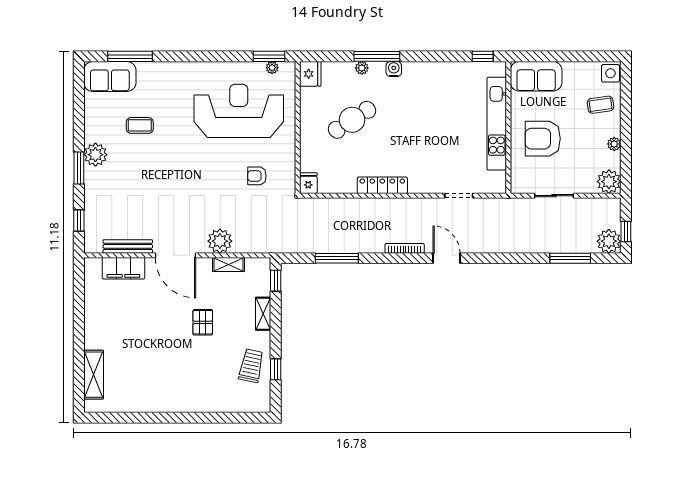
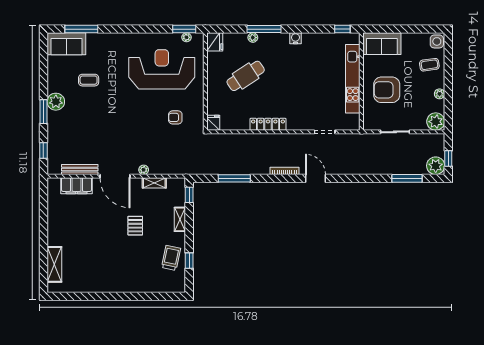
water cooler: (394, 69) -> (295, 38), moved
plant: (220, 241) -> (144, 170), width x0.53, depth x0.53

